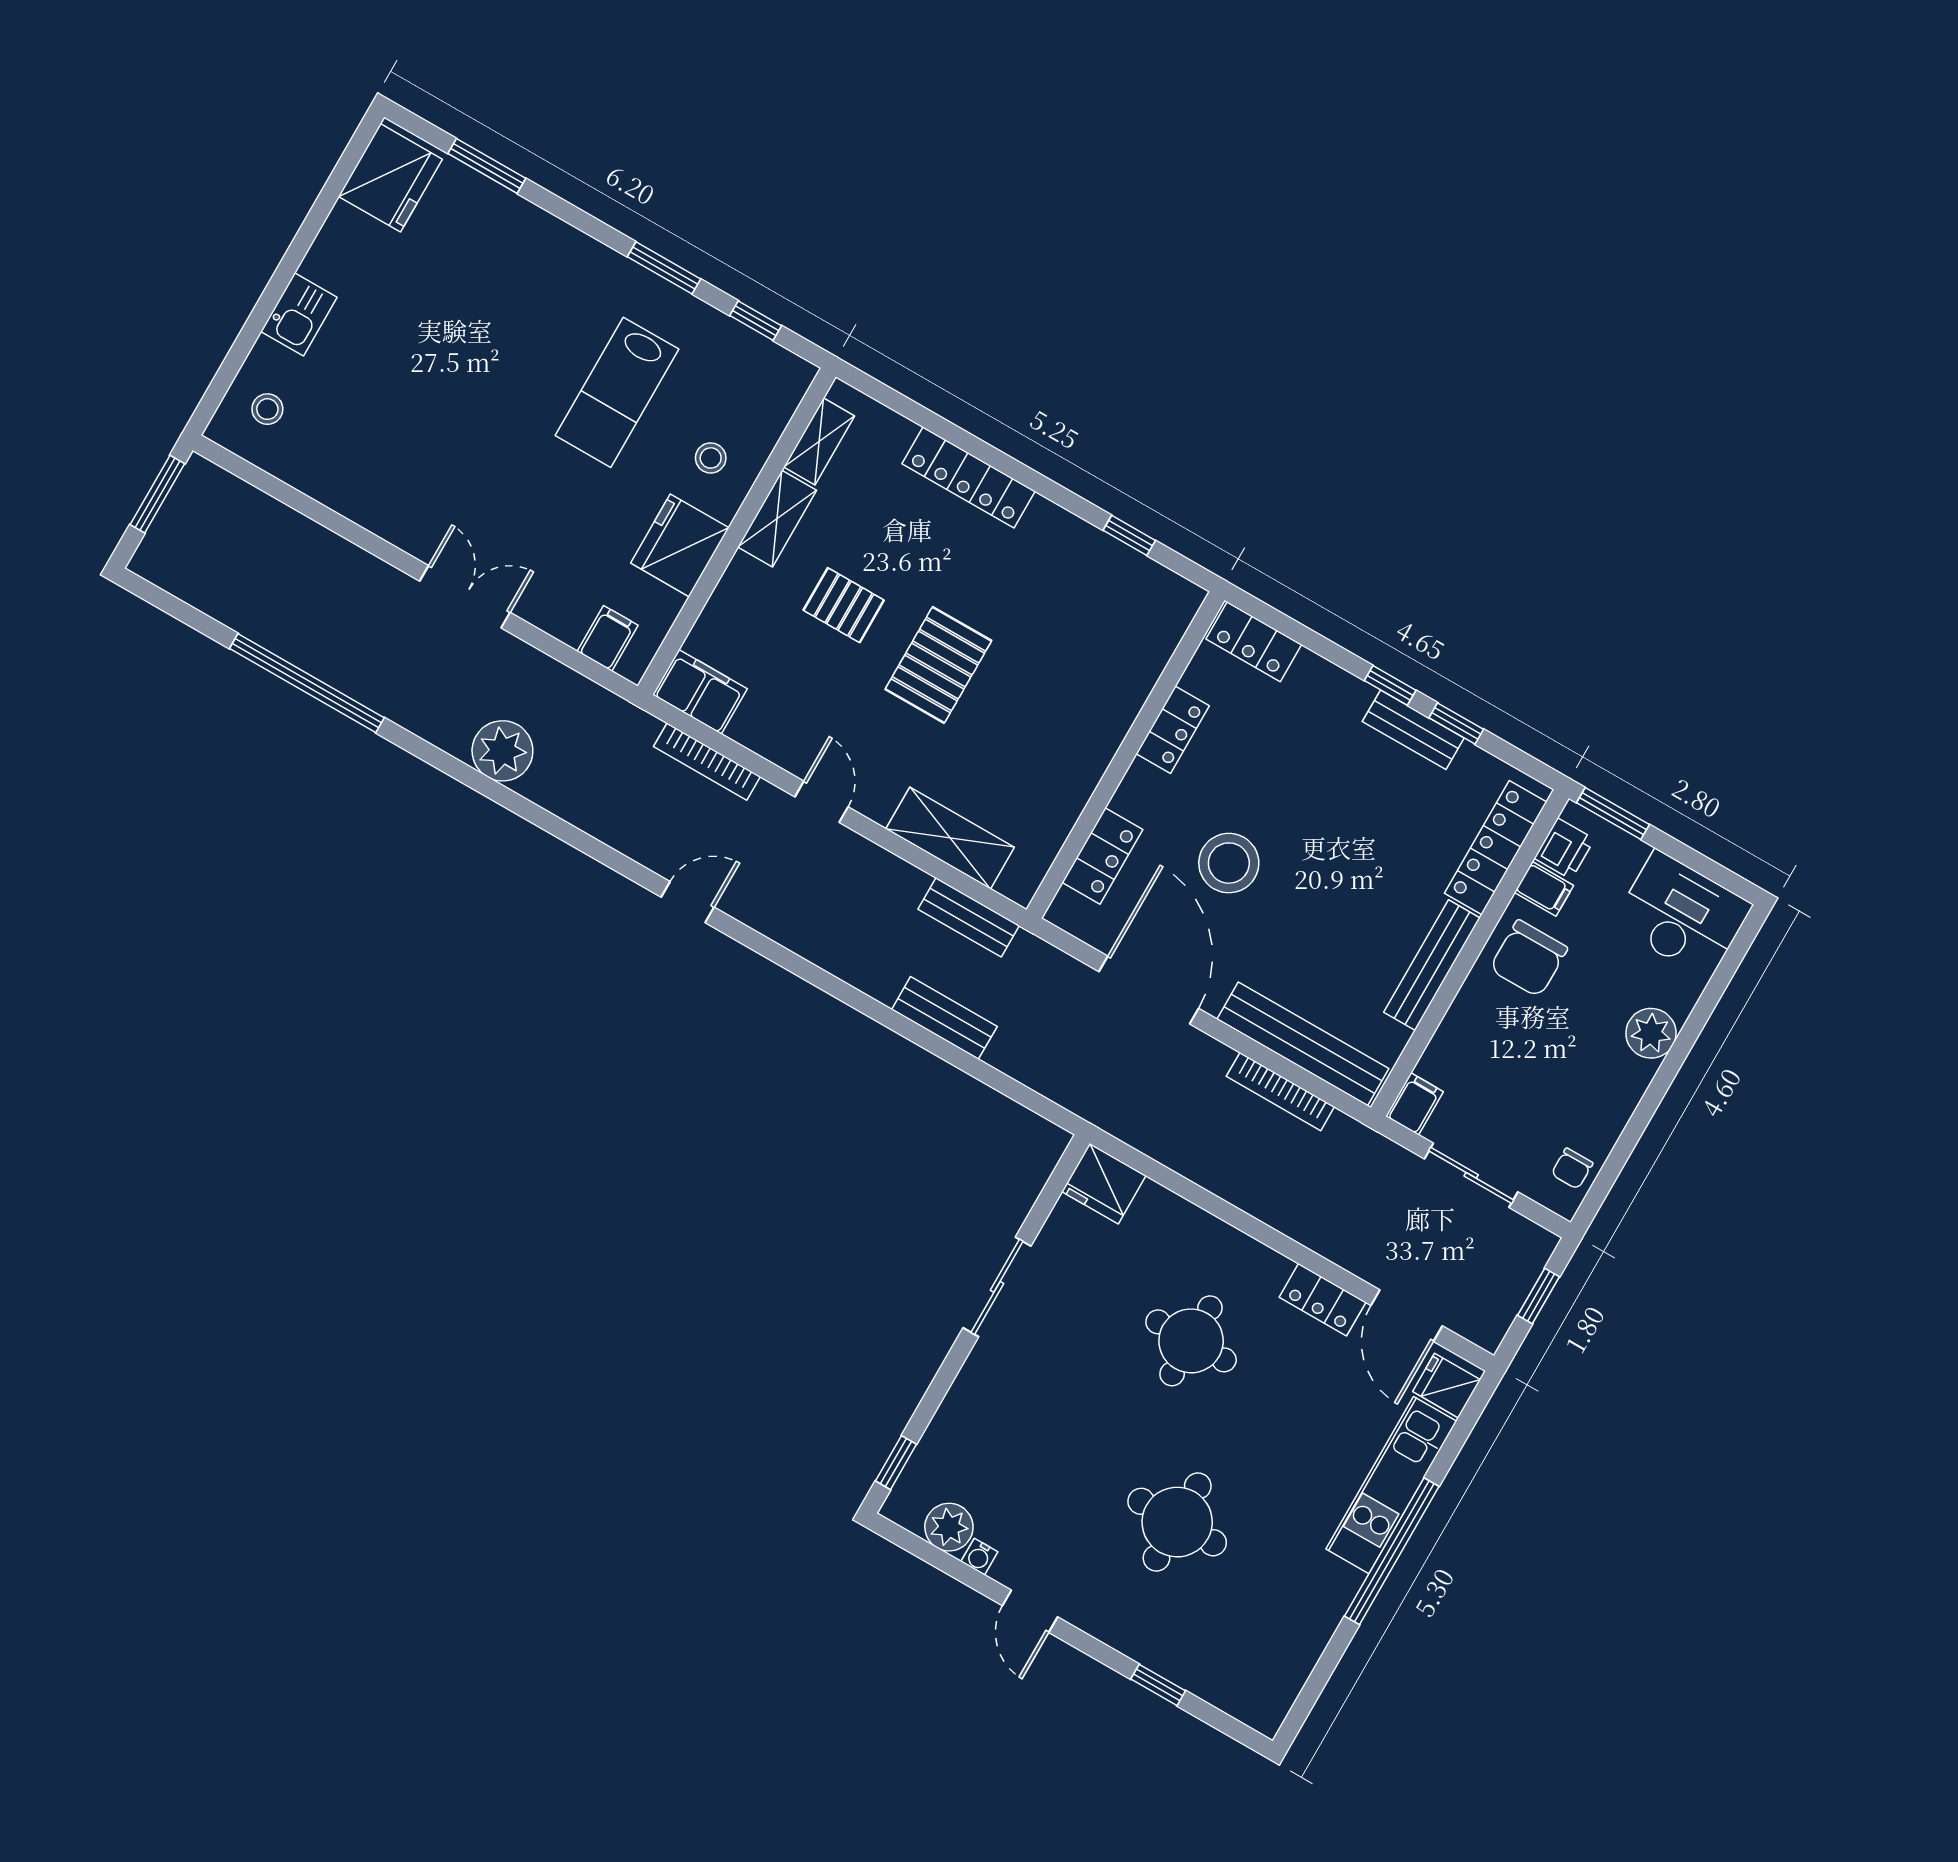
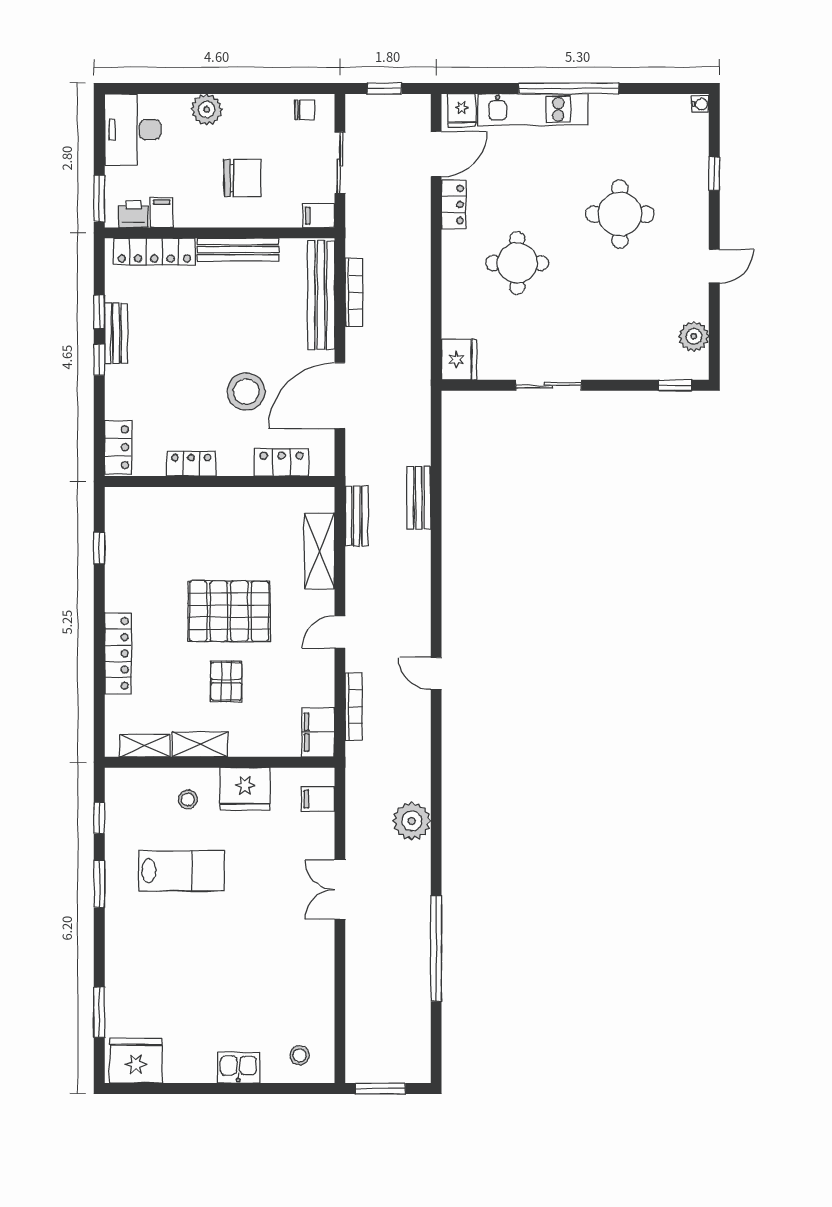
pallet: (938, 665) -> (229, 611), width x1.37, depth x1.41
chair: (1529, 958) -> (243, 178), moved
water cooler: (979, 1557) -> (700, 104), moved

